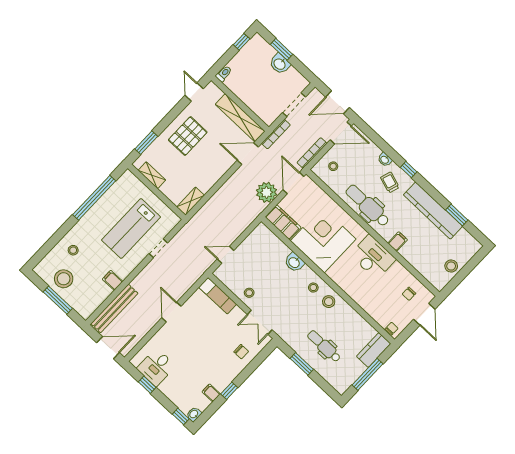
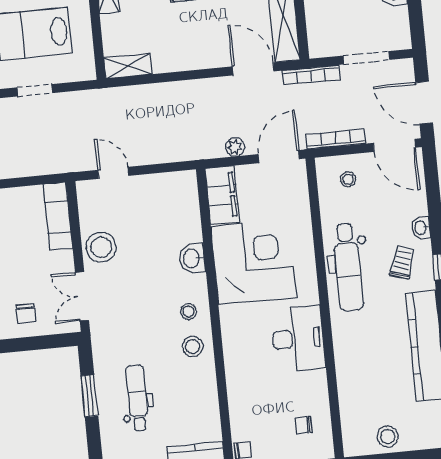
plant: (267, 192) -> (235, 147), width x0.53, depth x0.53
dental chair: (367, 206) -> (348, 267), turned 180
filing cabinet: (398, 241) -> (347, 346), removed
stool: (249, 293) -> (101, 247), width x1.89, depth x1.89

